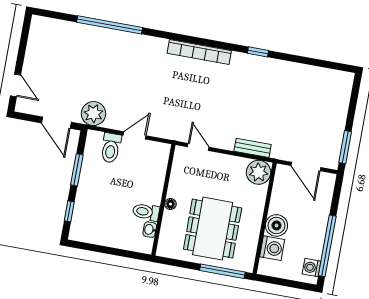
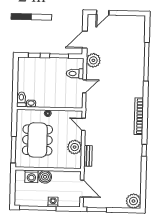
plant: (340, 83) -> (133, 201), added
door: (135, 135) -> (84, 86), hinge flipped
door: (198, 147) -> (83, 124), swing flipped
door: (306, 167) -> (82, 189), swing flipped
plant: (259, 172) -> (75, 147), moved
toilet: (146, 212) -> (21, 99), moved
dining table: (213, 229) -> (37, 140), turned 90
washing machine: (312, 268) -> (53, 202), moved

